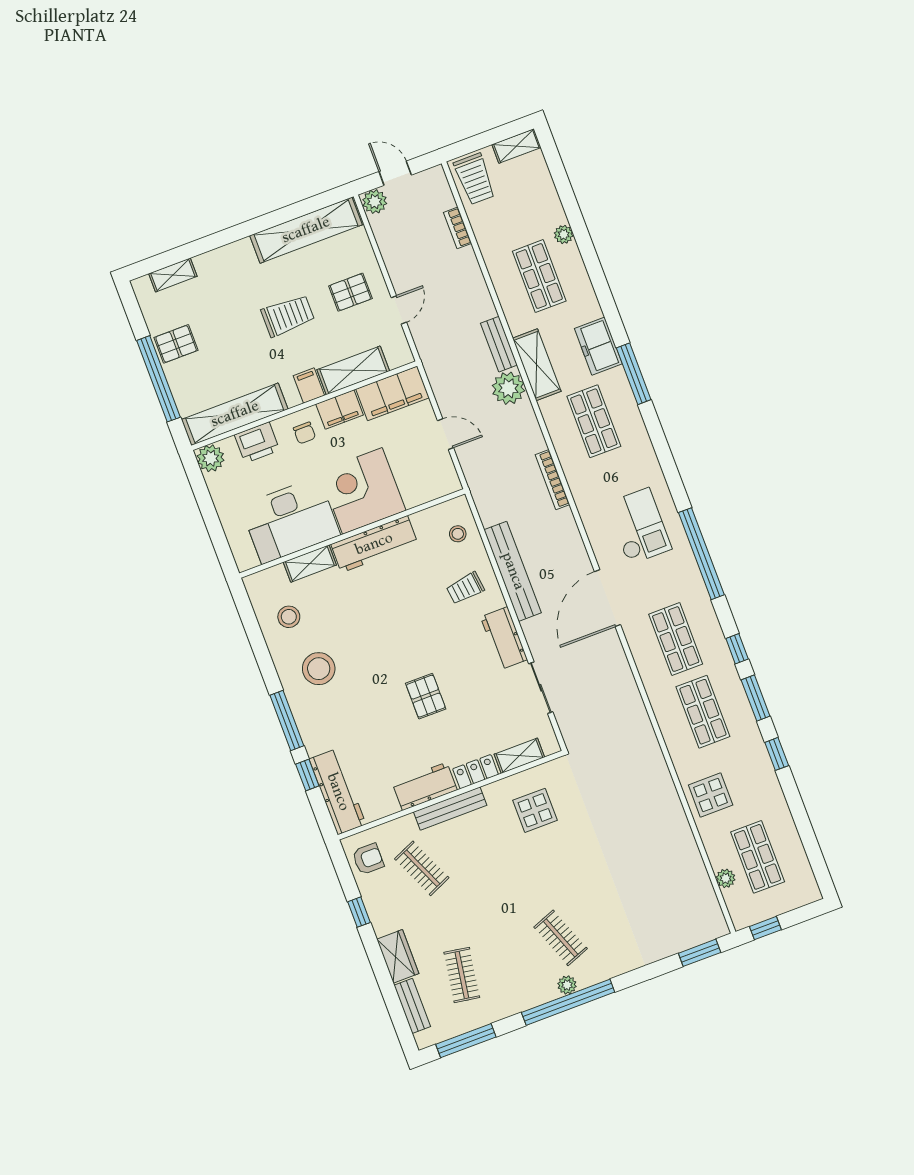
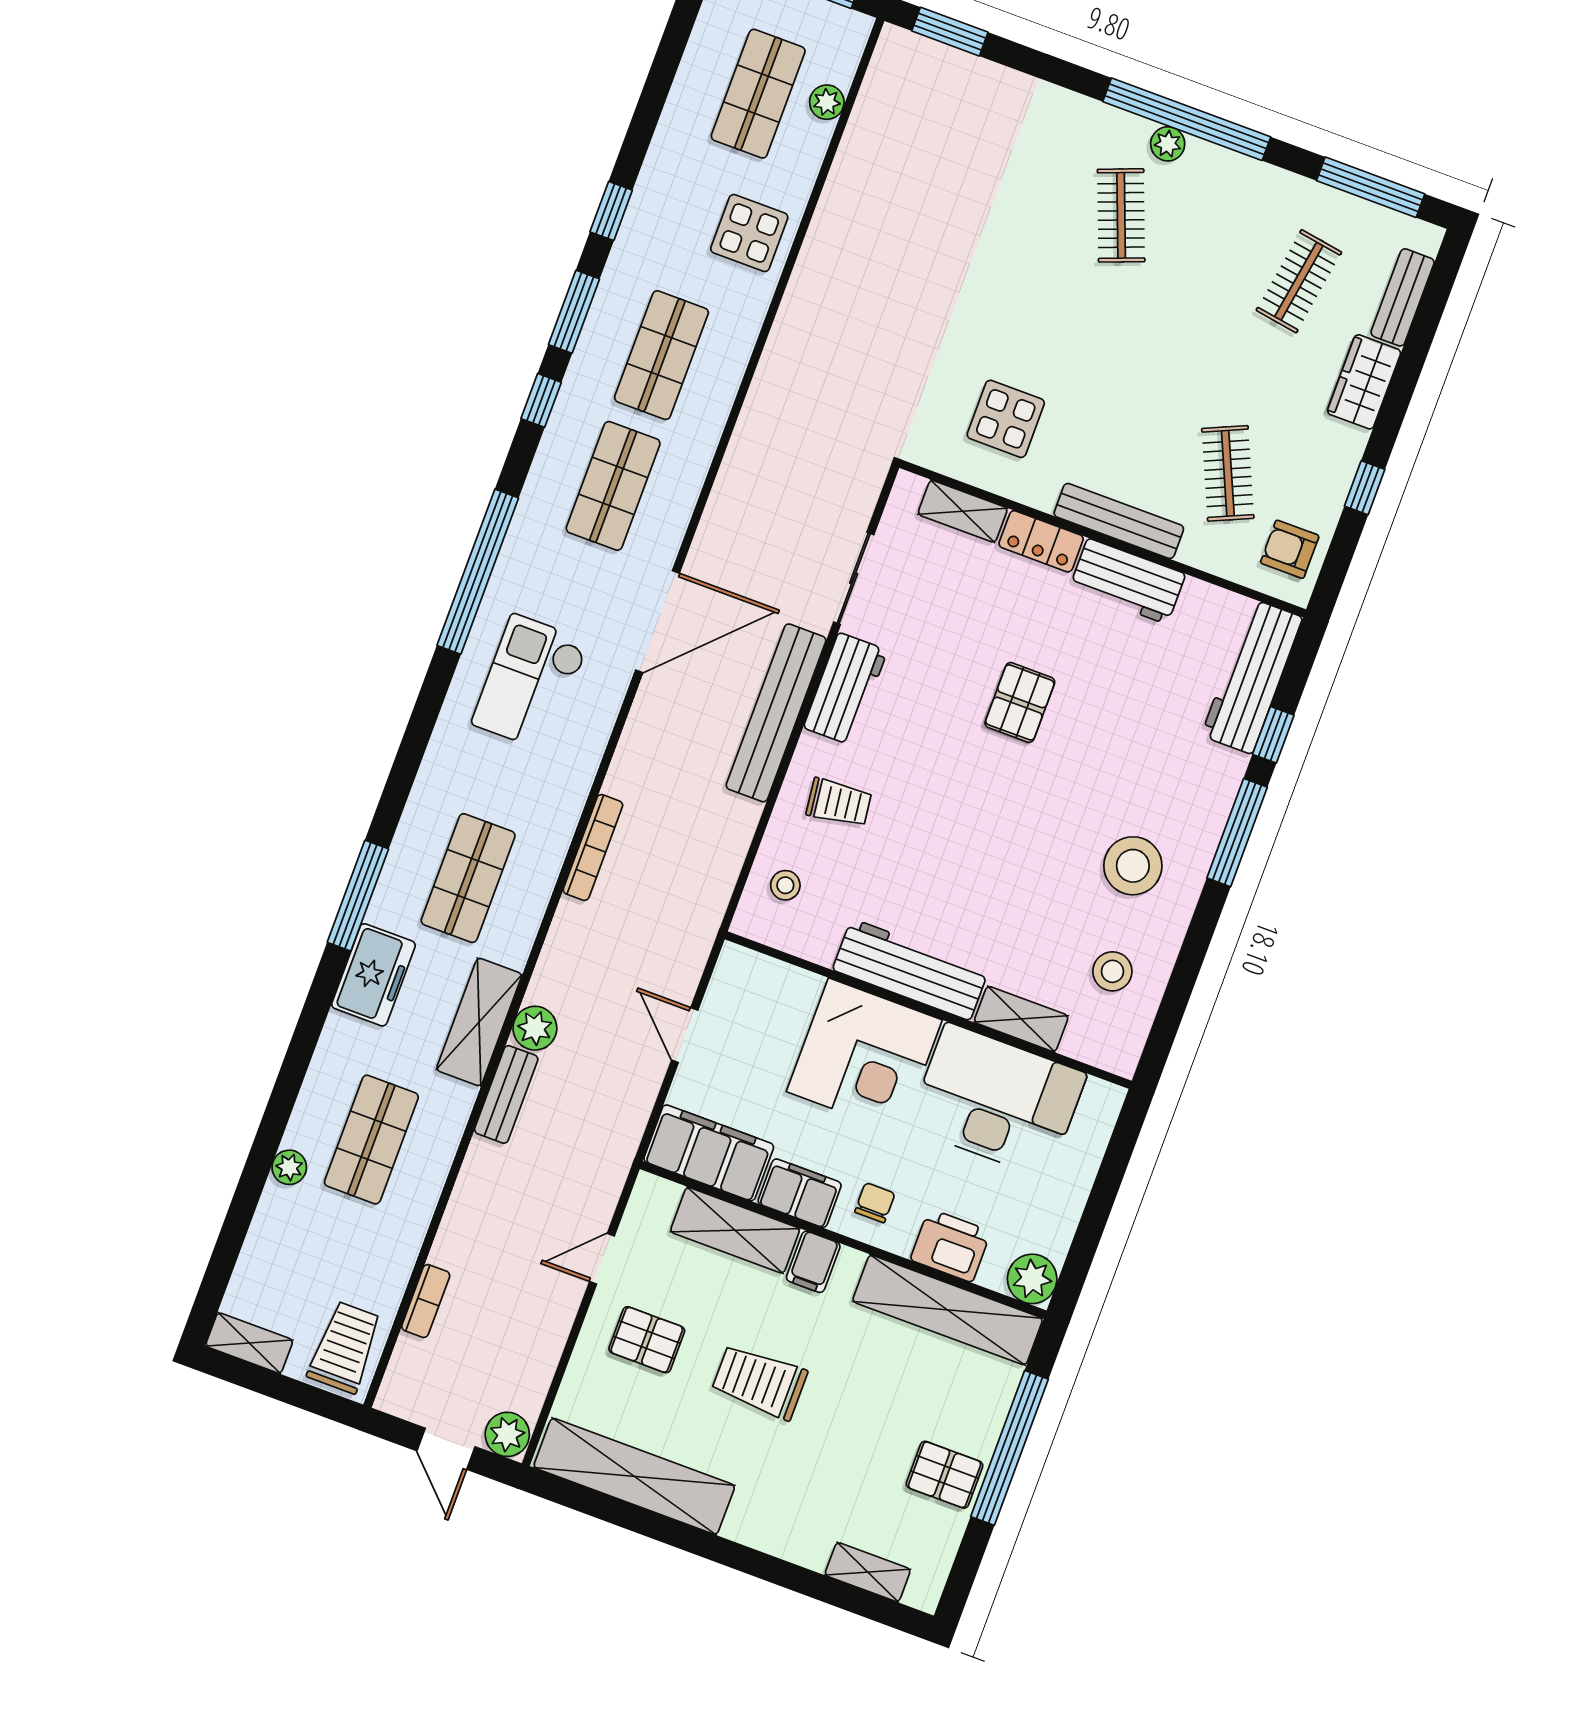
plant: (508, 388) -> (535, 1028), width x0.73, depth x0.73
bench: (513, 571) -> (776, 713), moved

